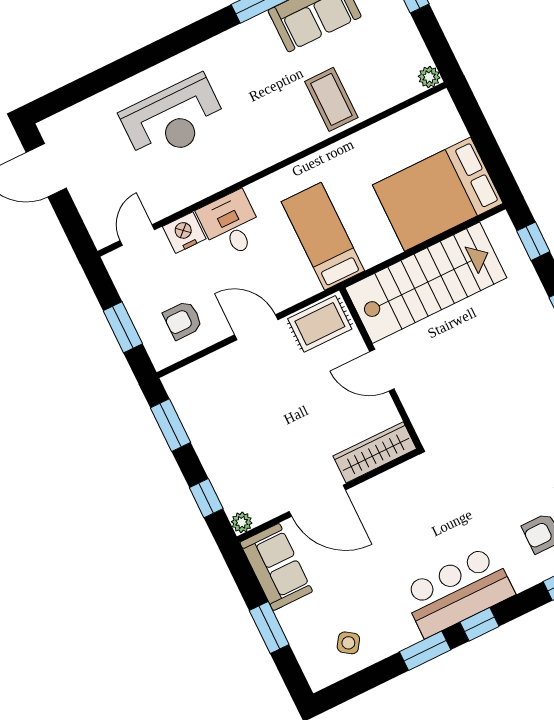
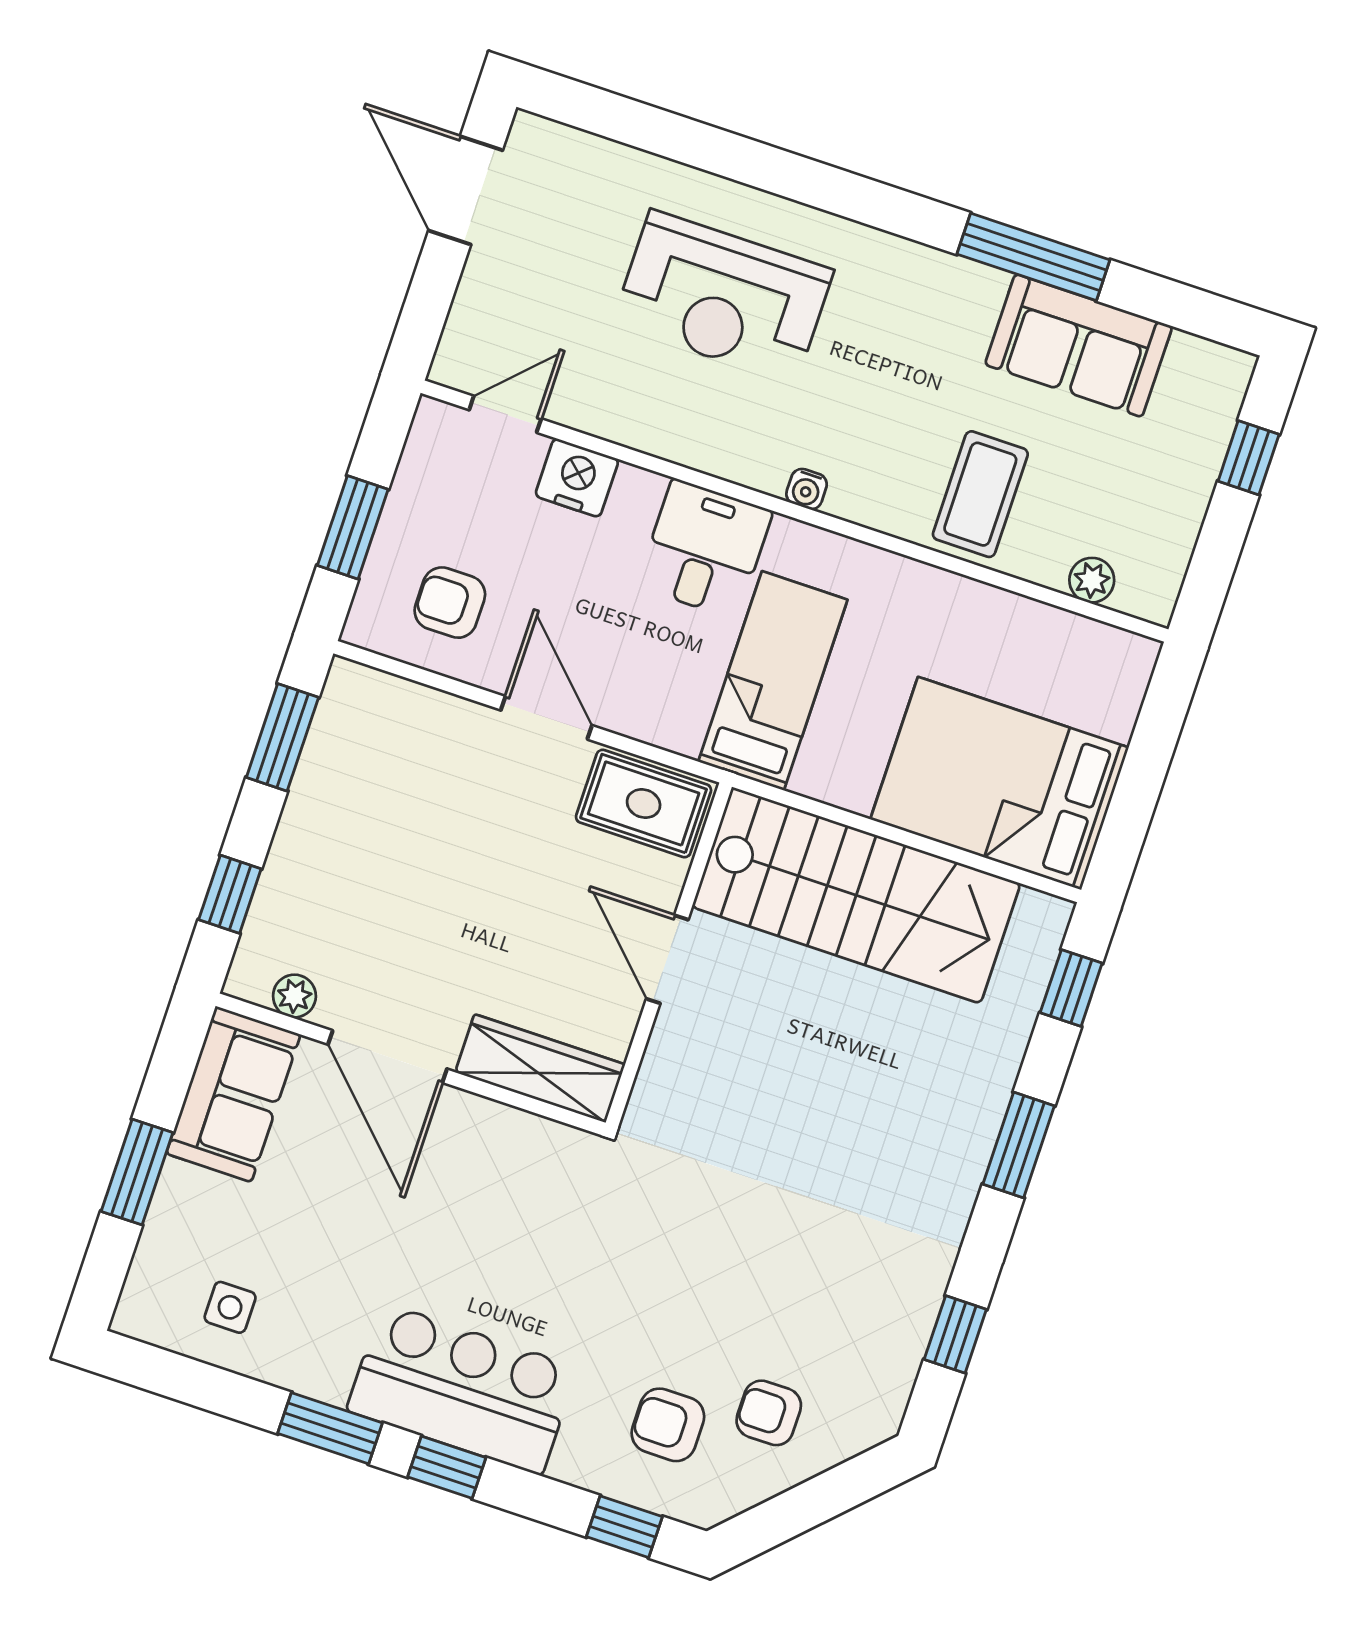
plant: (429, 77) -> (1092, 580), moved
water cooler: (269, 158) -> (807, 489), added
desk: (231, 225) -> (705, 549), moved
plant: (242, 522) -> (294, 996), moved
side table: (348, 643) -> (230, 1307), turned -34

